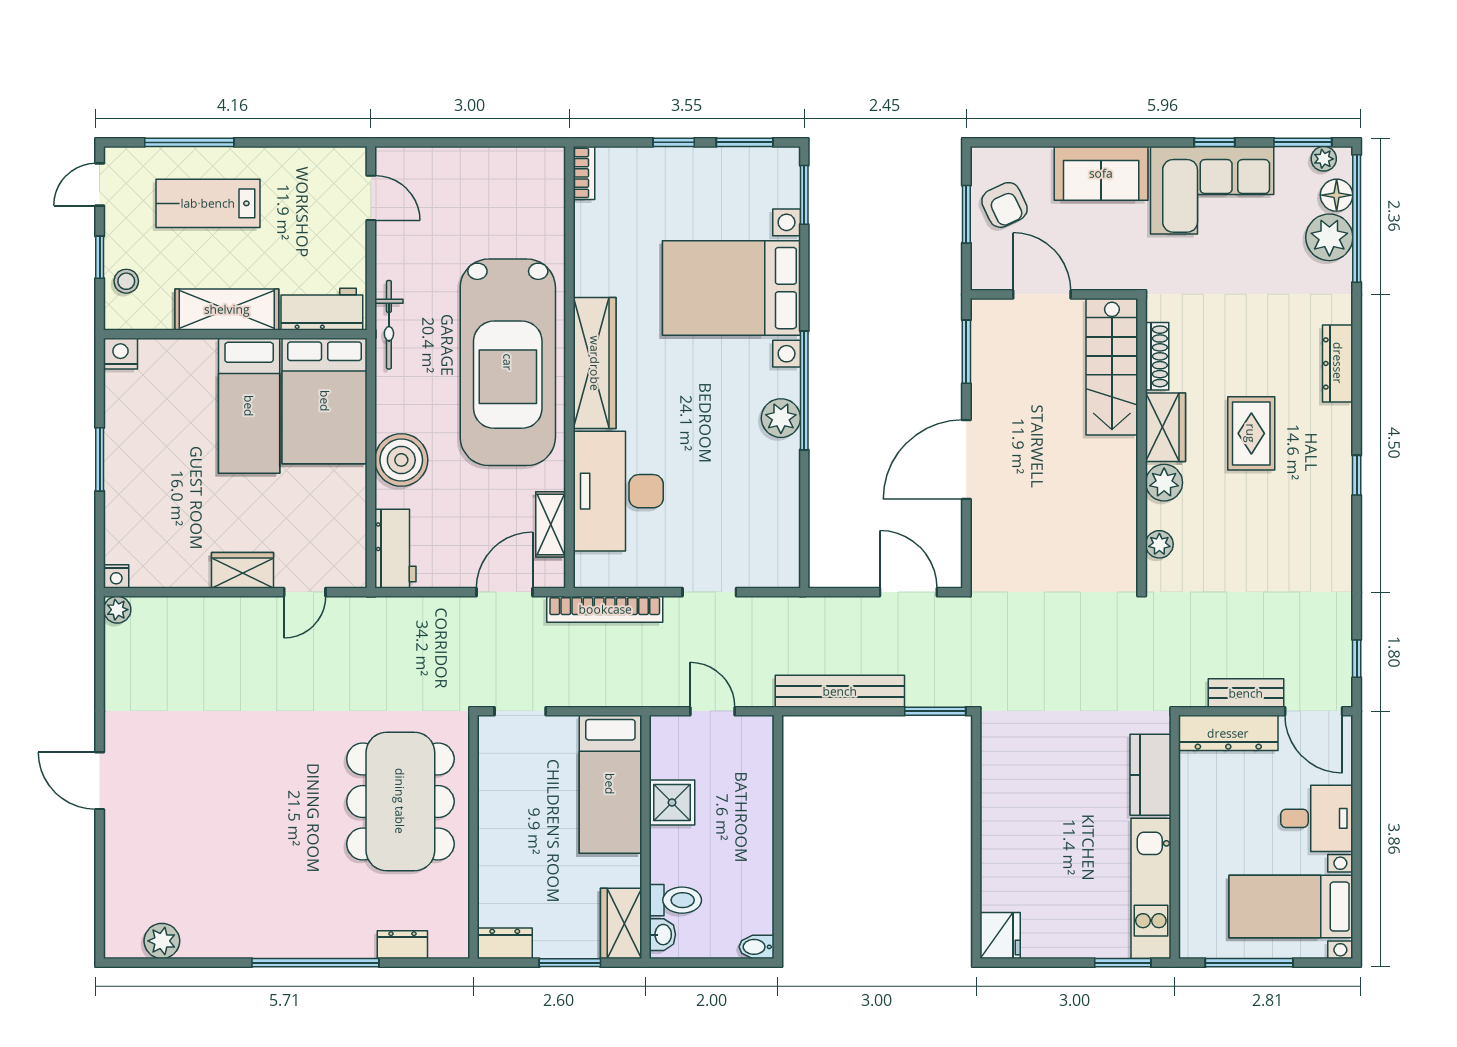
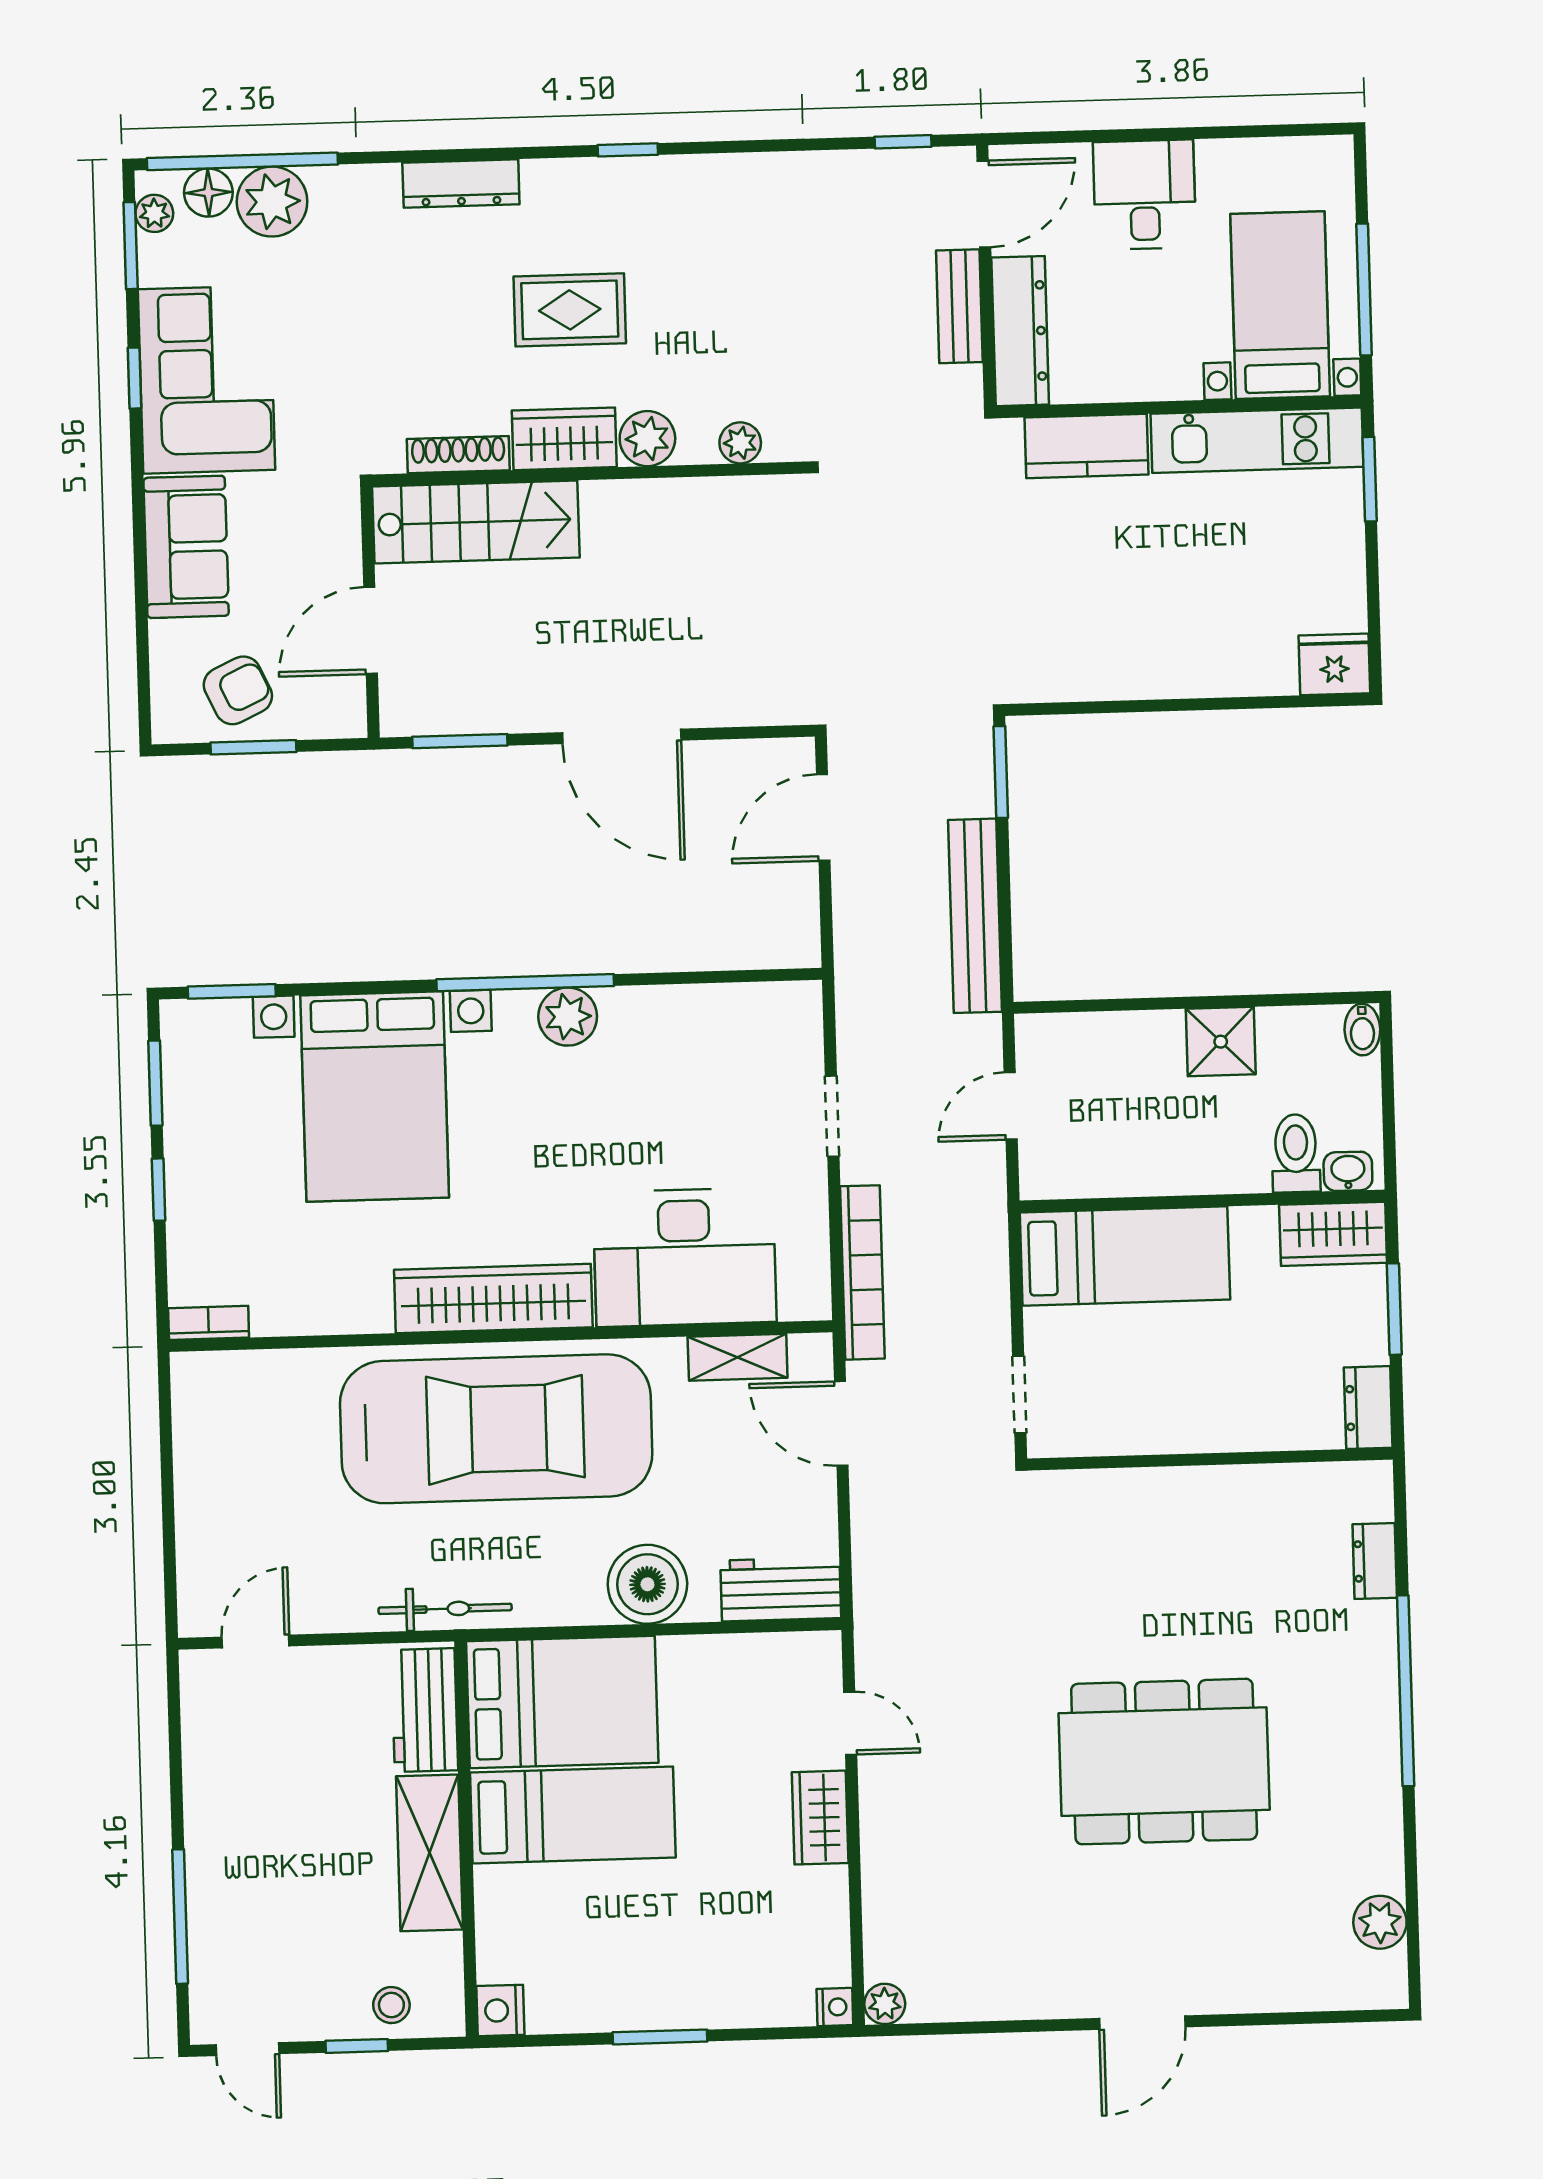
lab bench: (208, 203) -> (271, 1886), removed
dining table: (400, 801) -> (1164, 1762), moved
shower: (672, 802) -> (1221, 1042), moved
bed with nightstands: (1291, 907) -> (1280, 305), moved, turned 180

